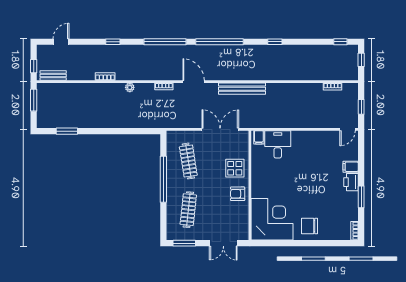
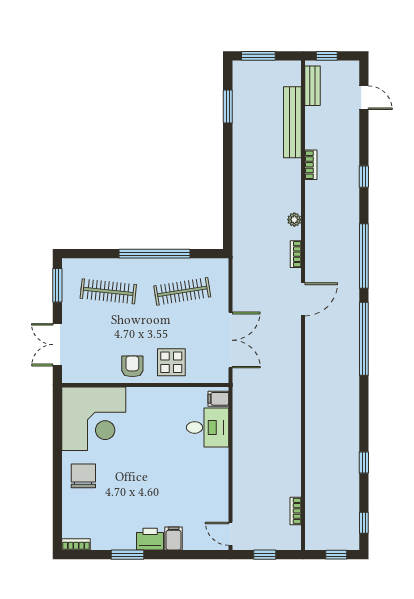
window: (275, 42) -> (364, 462), moved
plant: (130, 87) -> (294, 220), moved
bench: (242, 89) -> (292, 122), moved
window: (34, 100) -> (258, 56), moved

